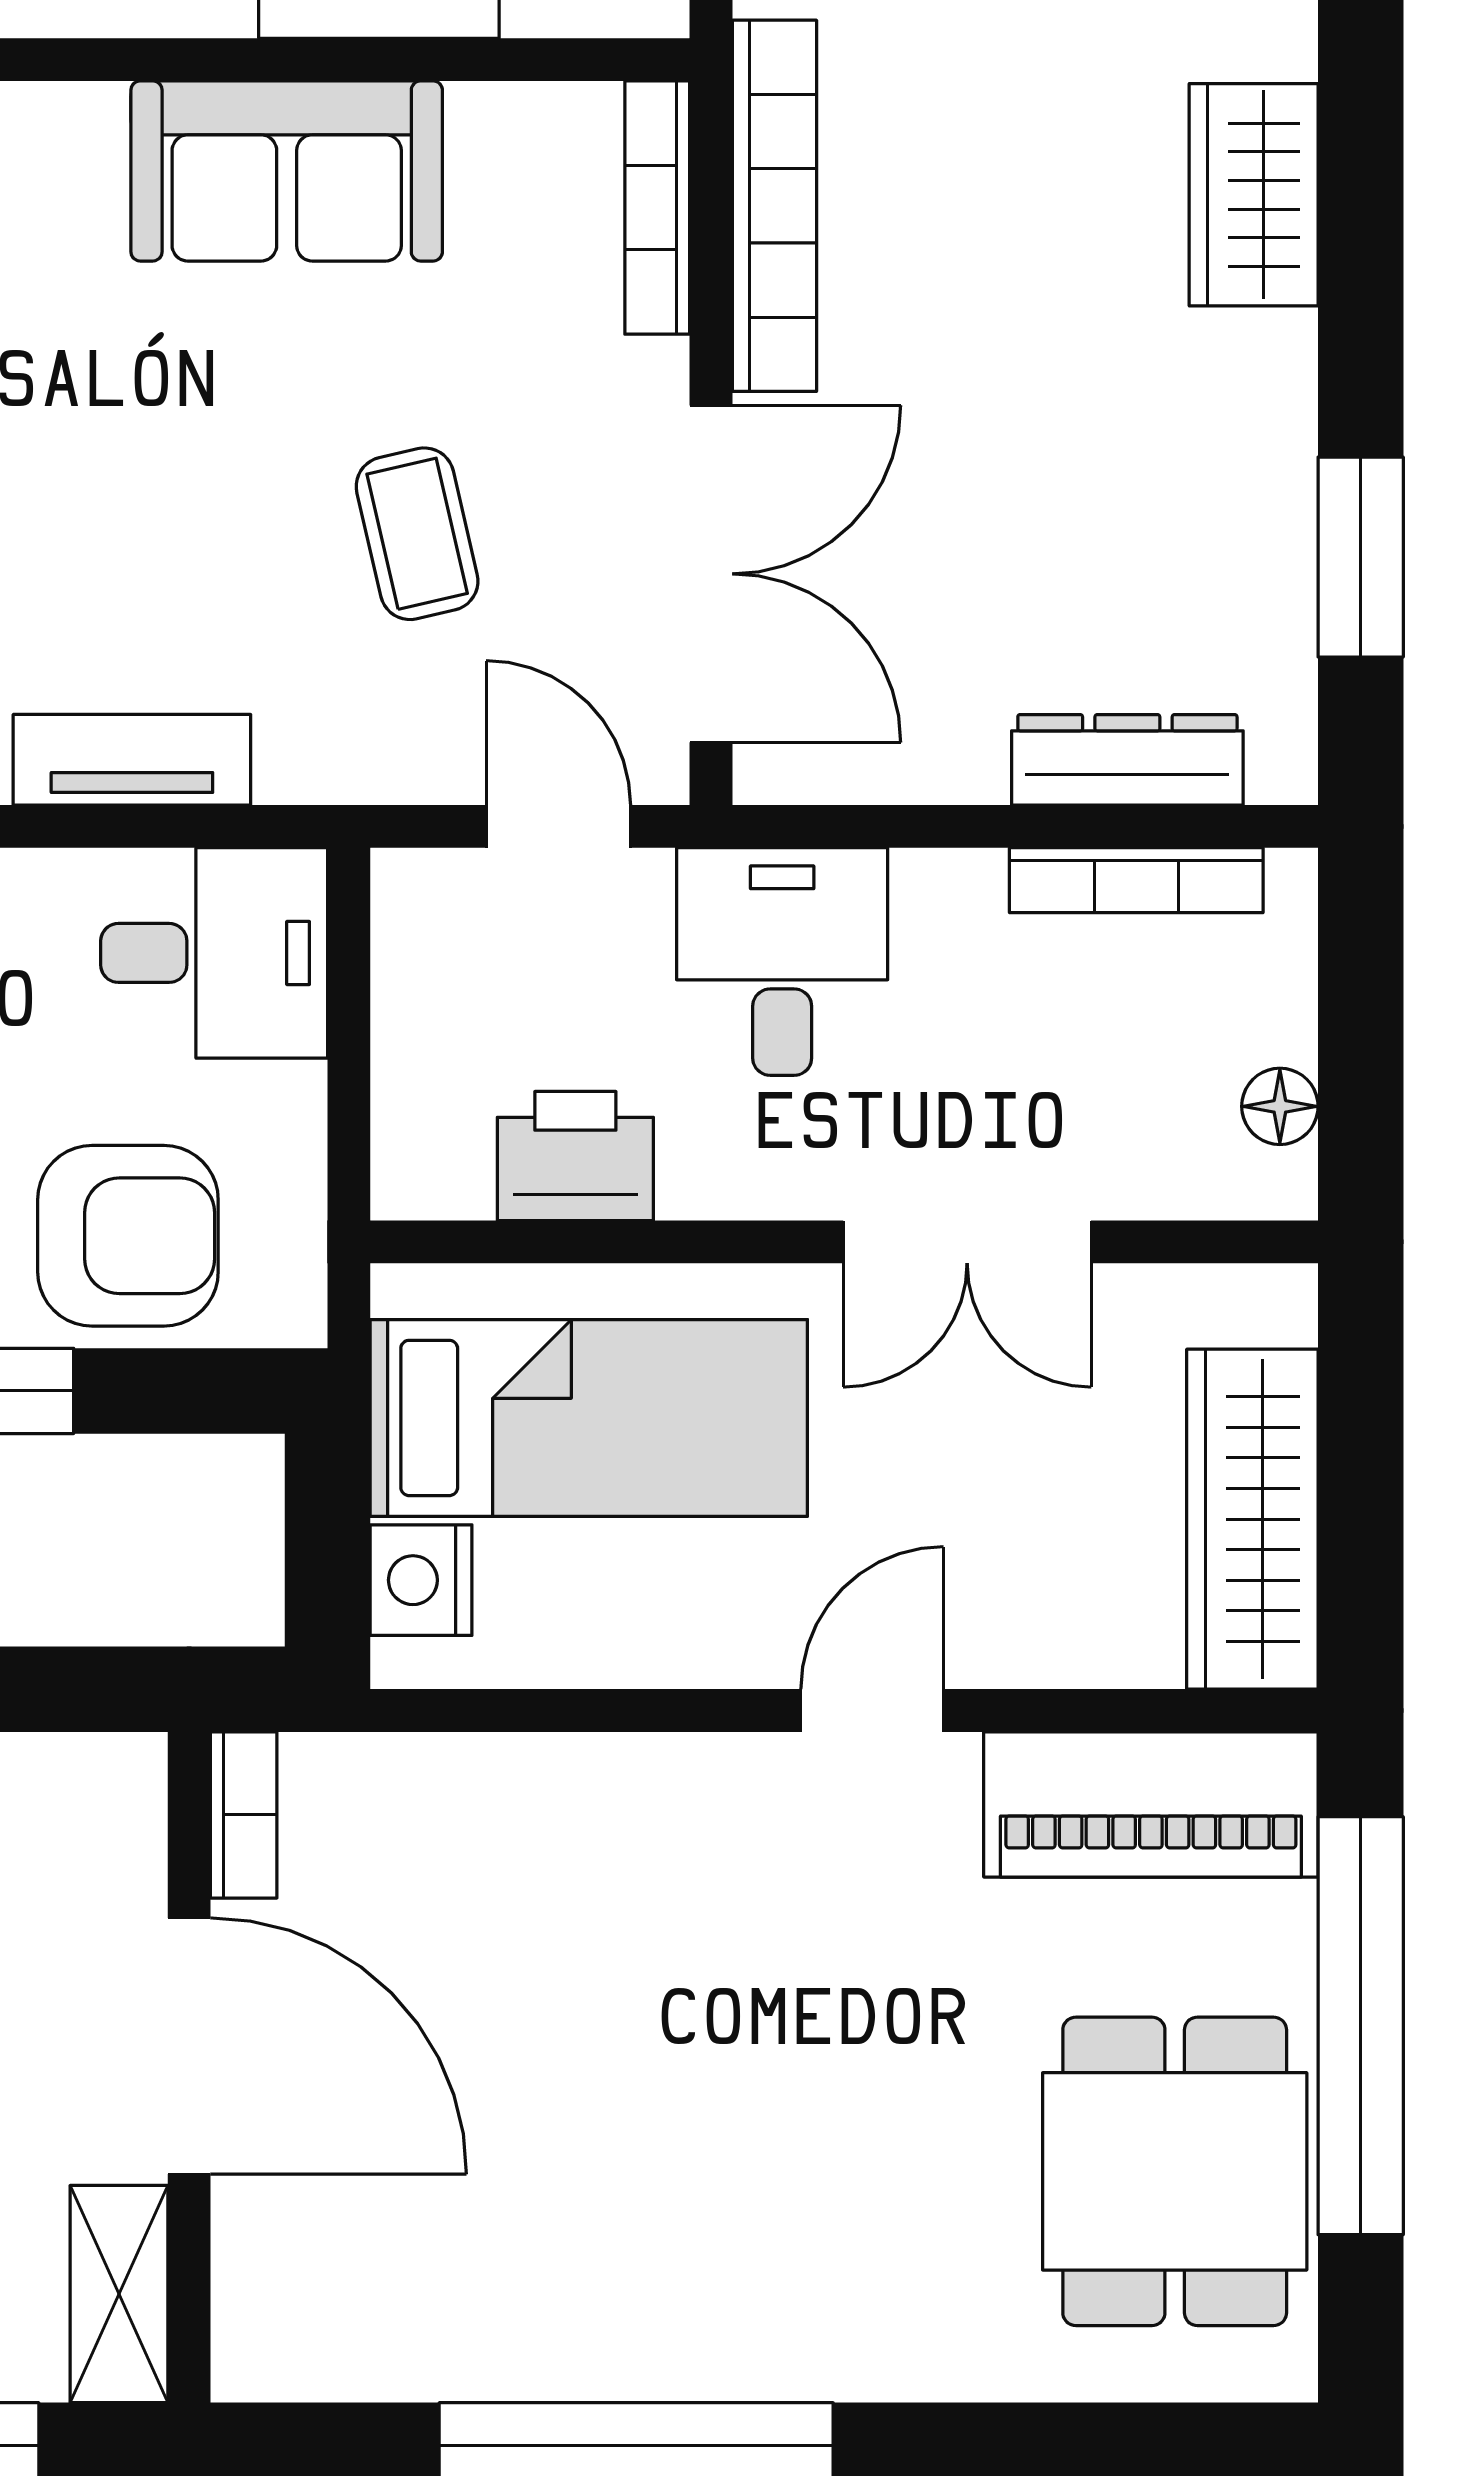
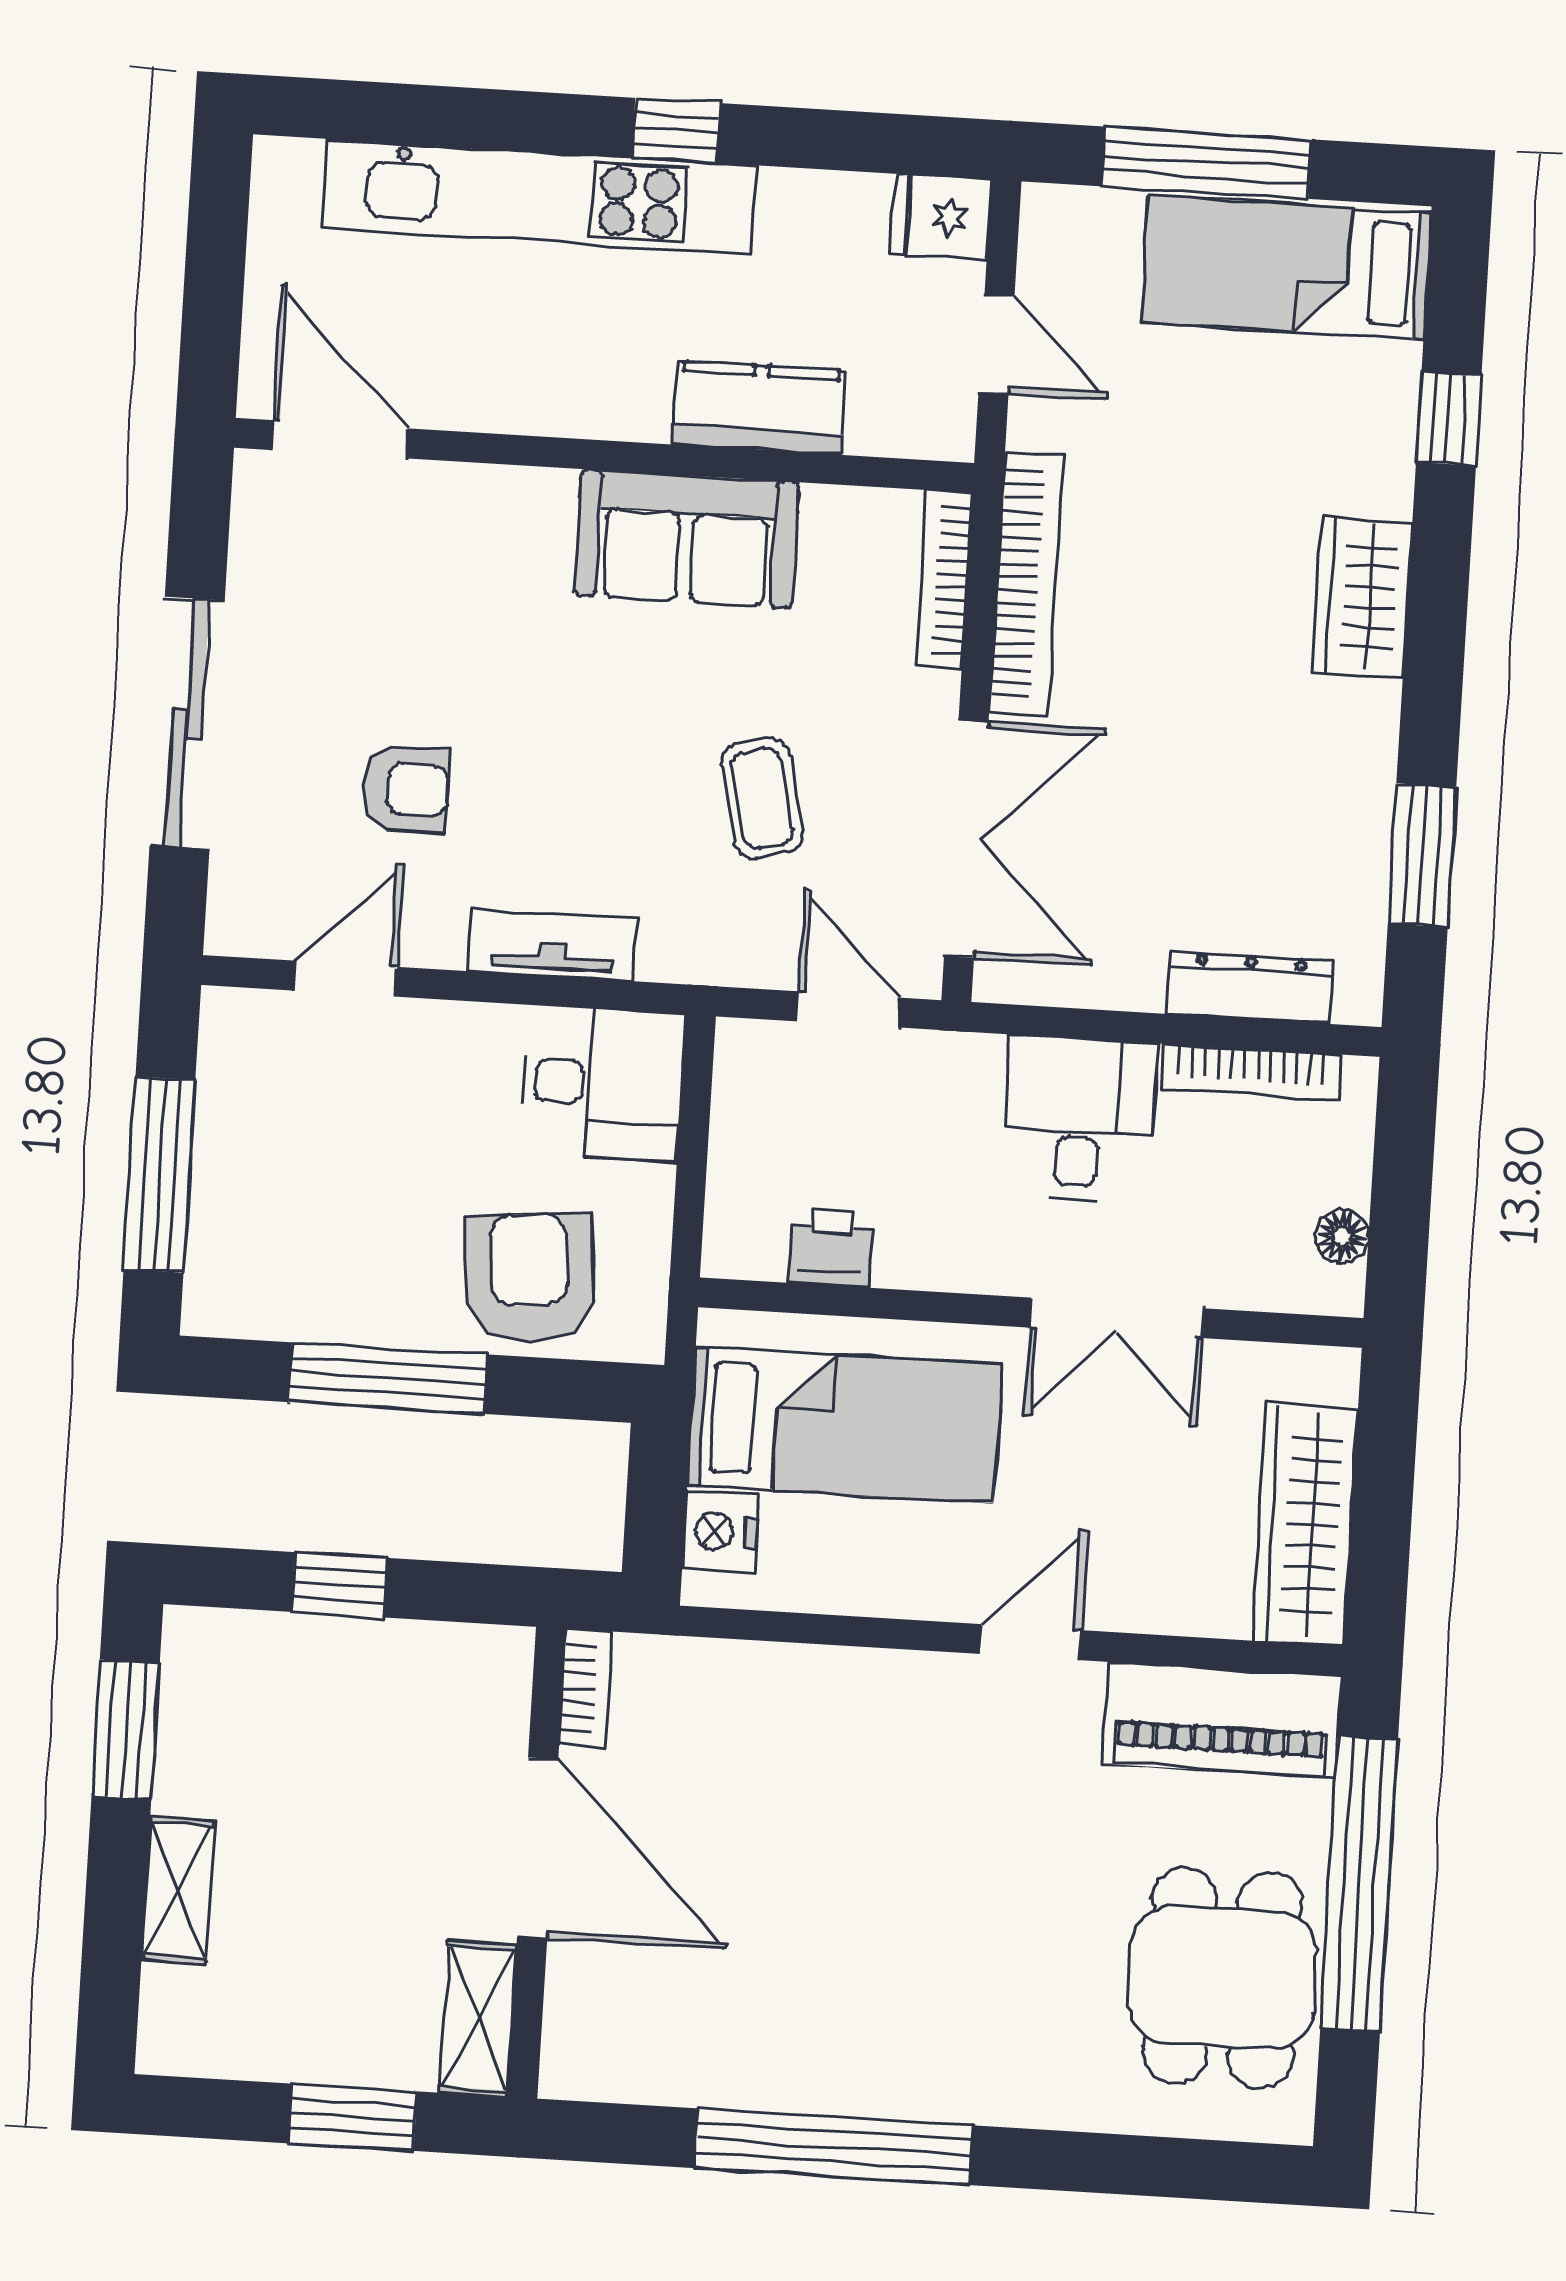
desk: (782, 962) -> (1079, 1119), moved
printer: (575, 1156) -> (831, 1249), width x0.73, depth x0.81
armchair: (128, 1236) -> (529, 1278), turned -95

